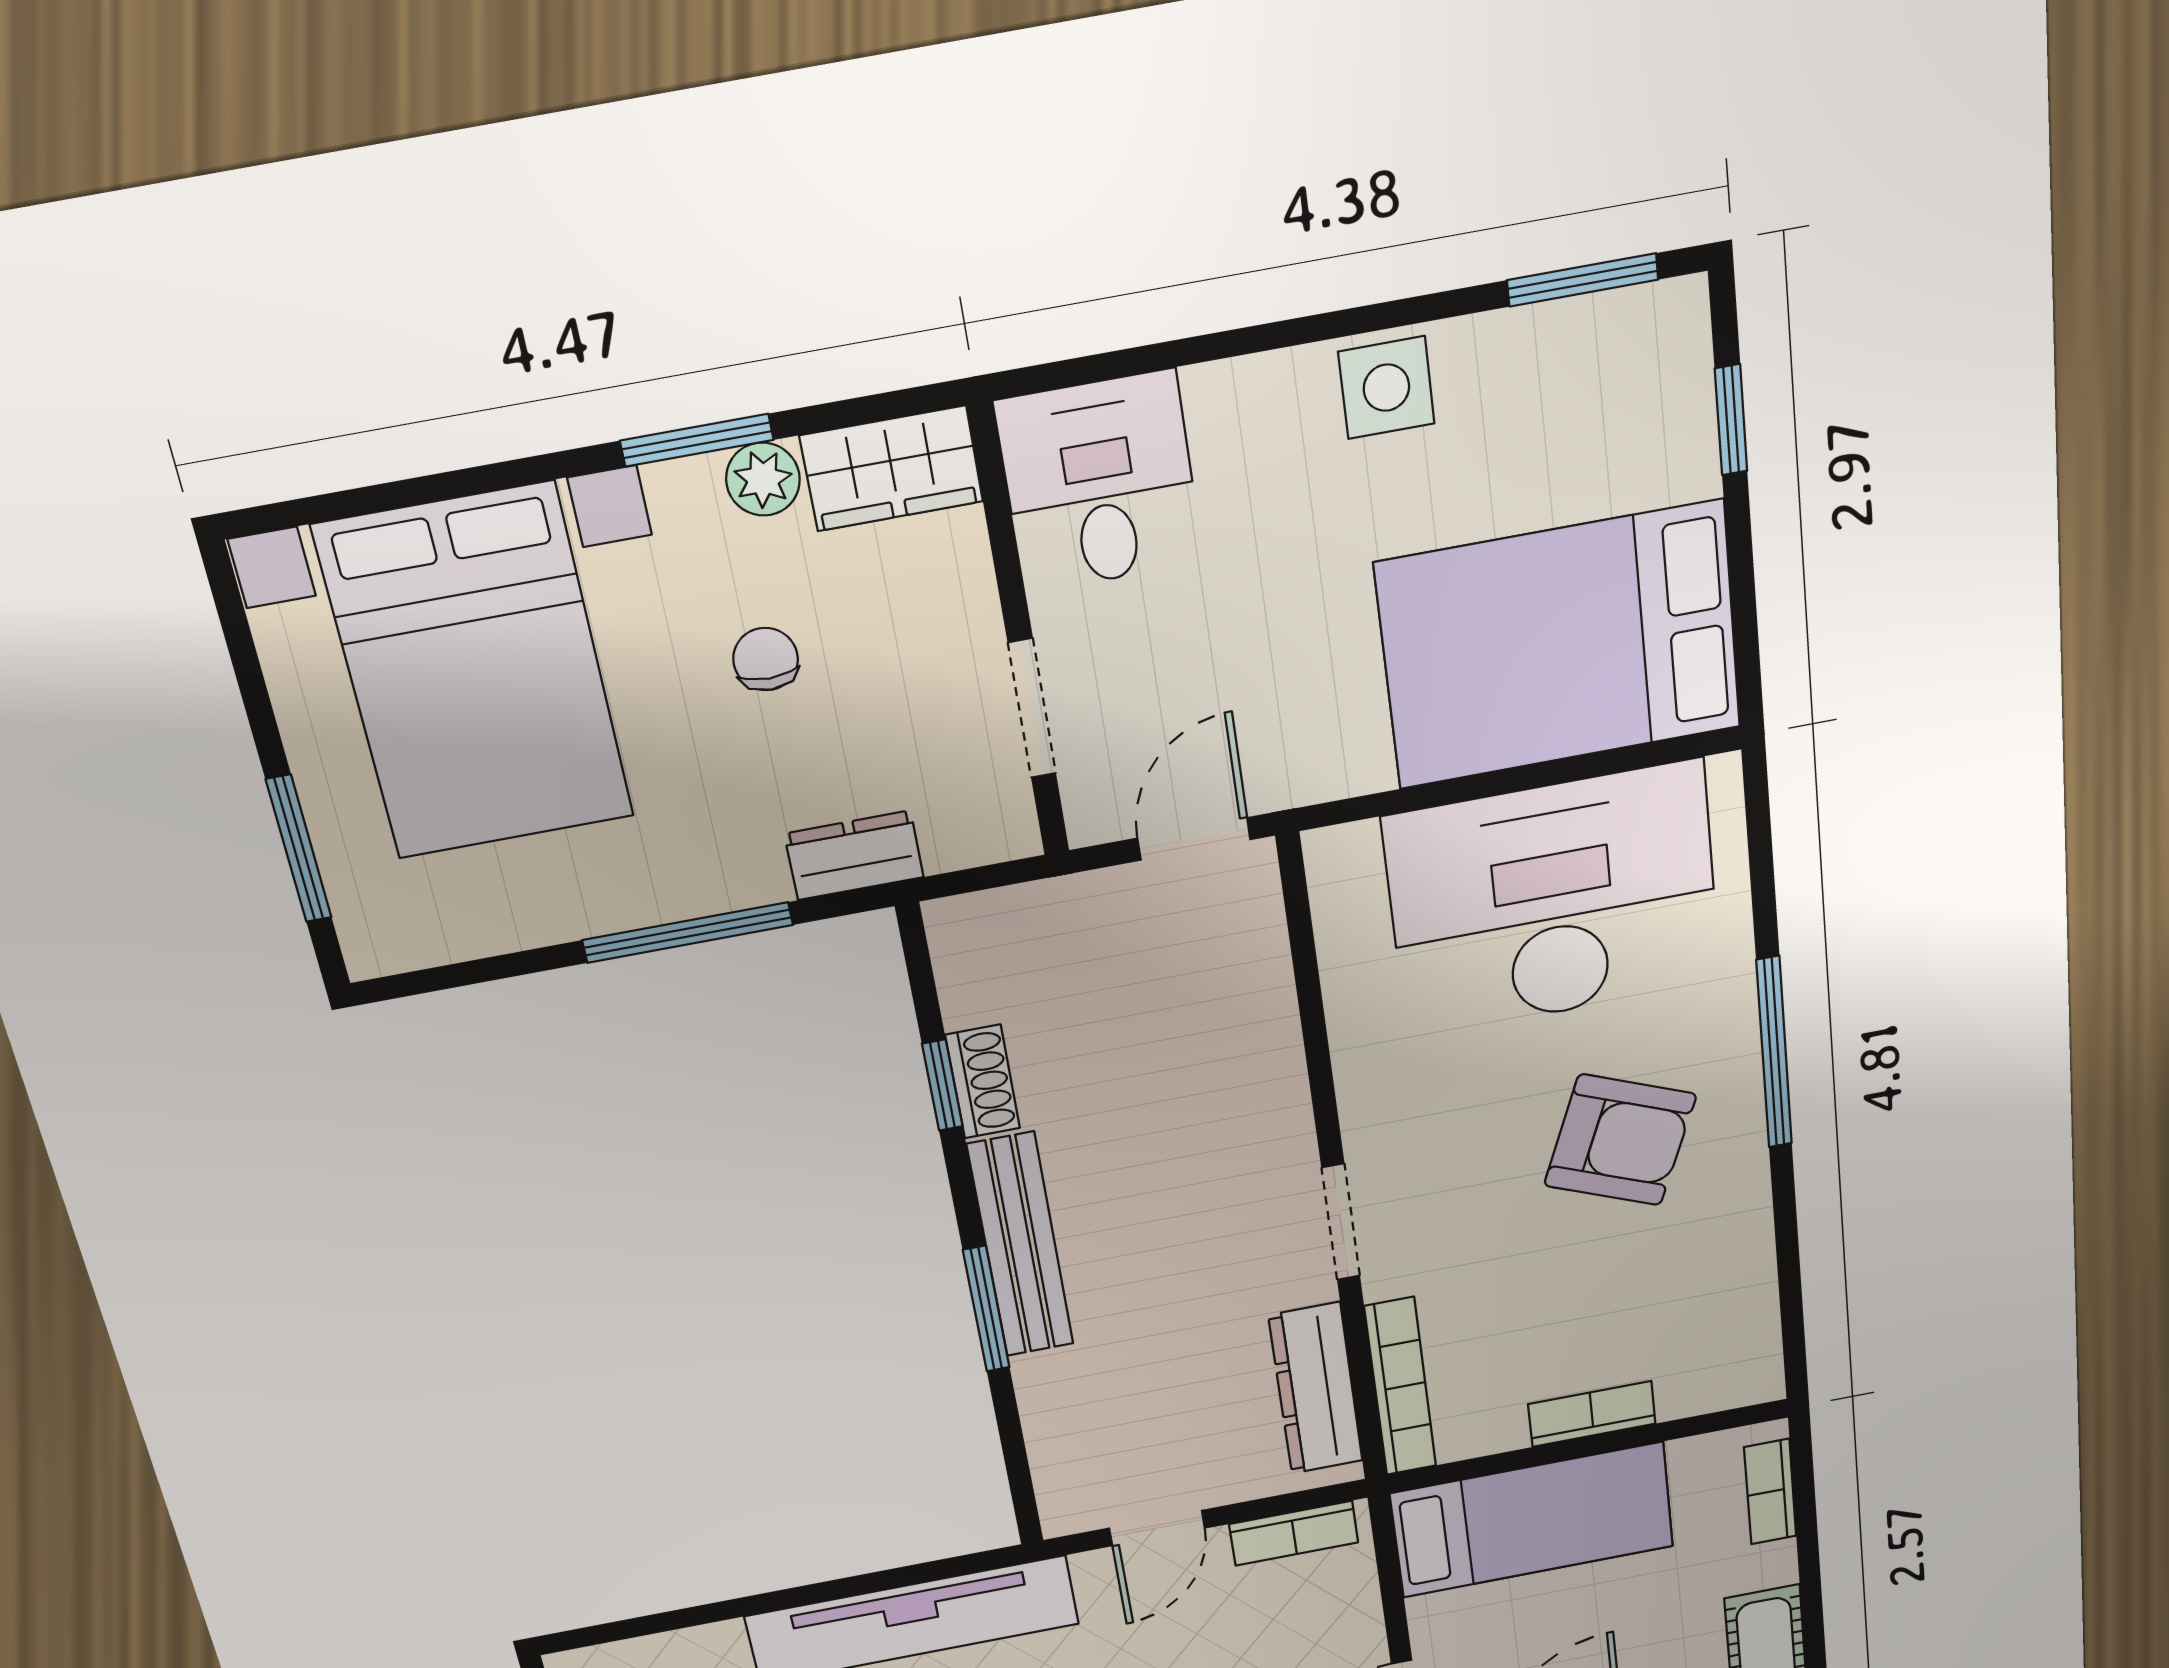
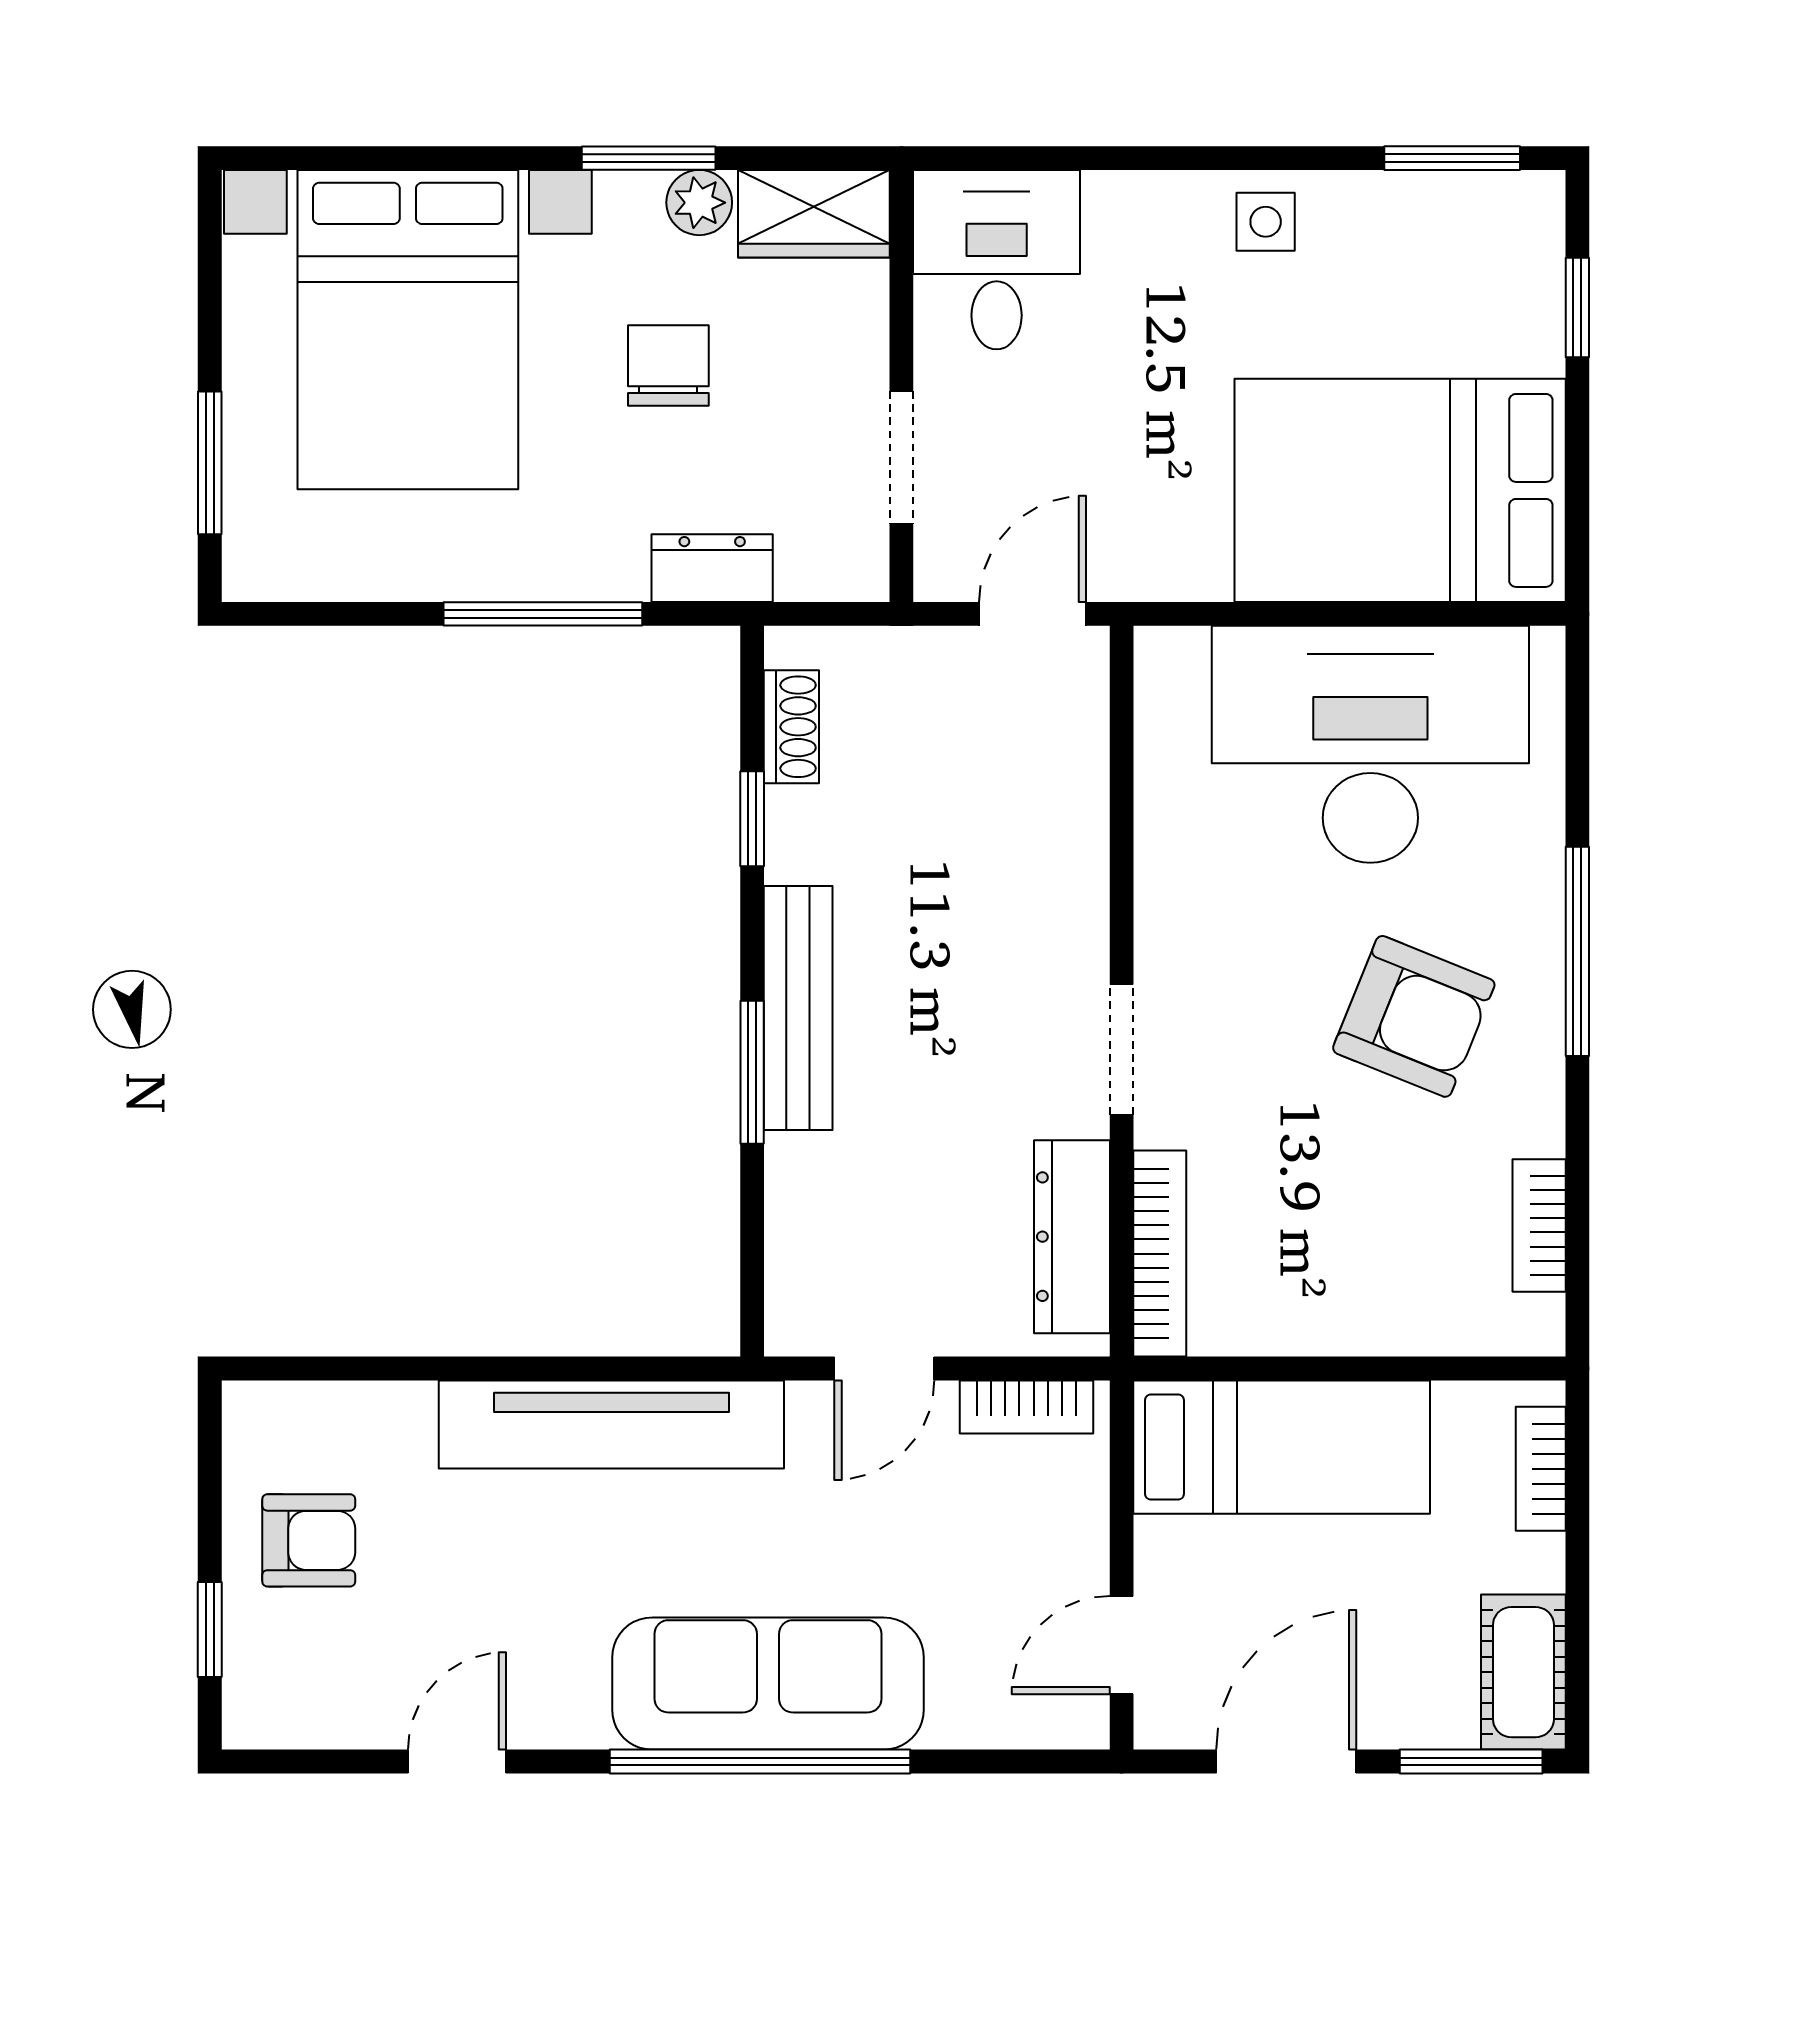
side table: (1386, 388) -> (1266, 222), width x0.73, depth x0.73
chair: (766, 659) -> (668, 366), width x1.37, depth x1.37
shoe rack: (983, 1082) -> (791, 727), moved
bookcase: (1592, 1414) -> (1539, 1225), moved, turned -90

